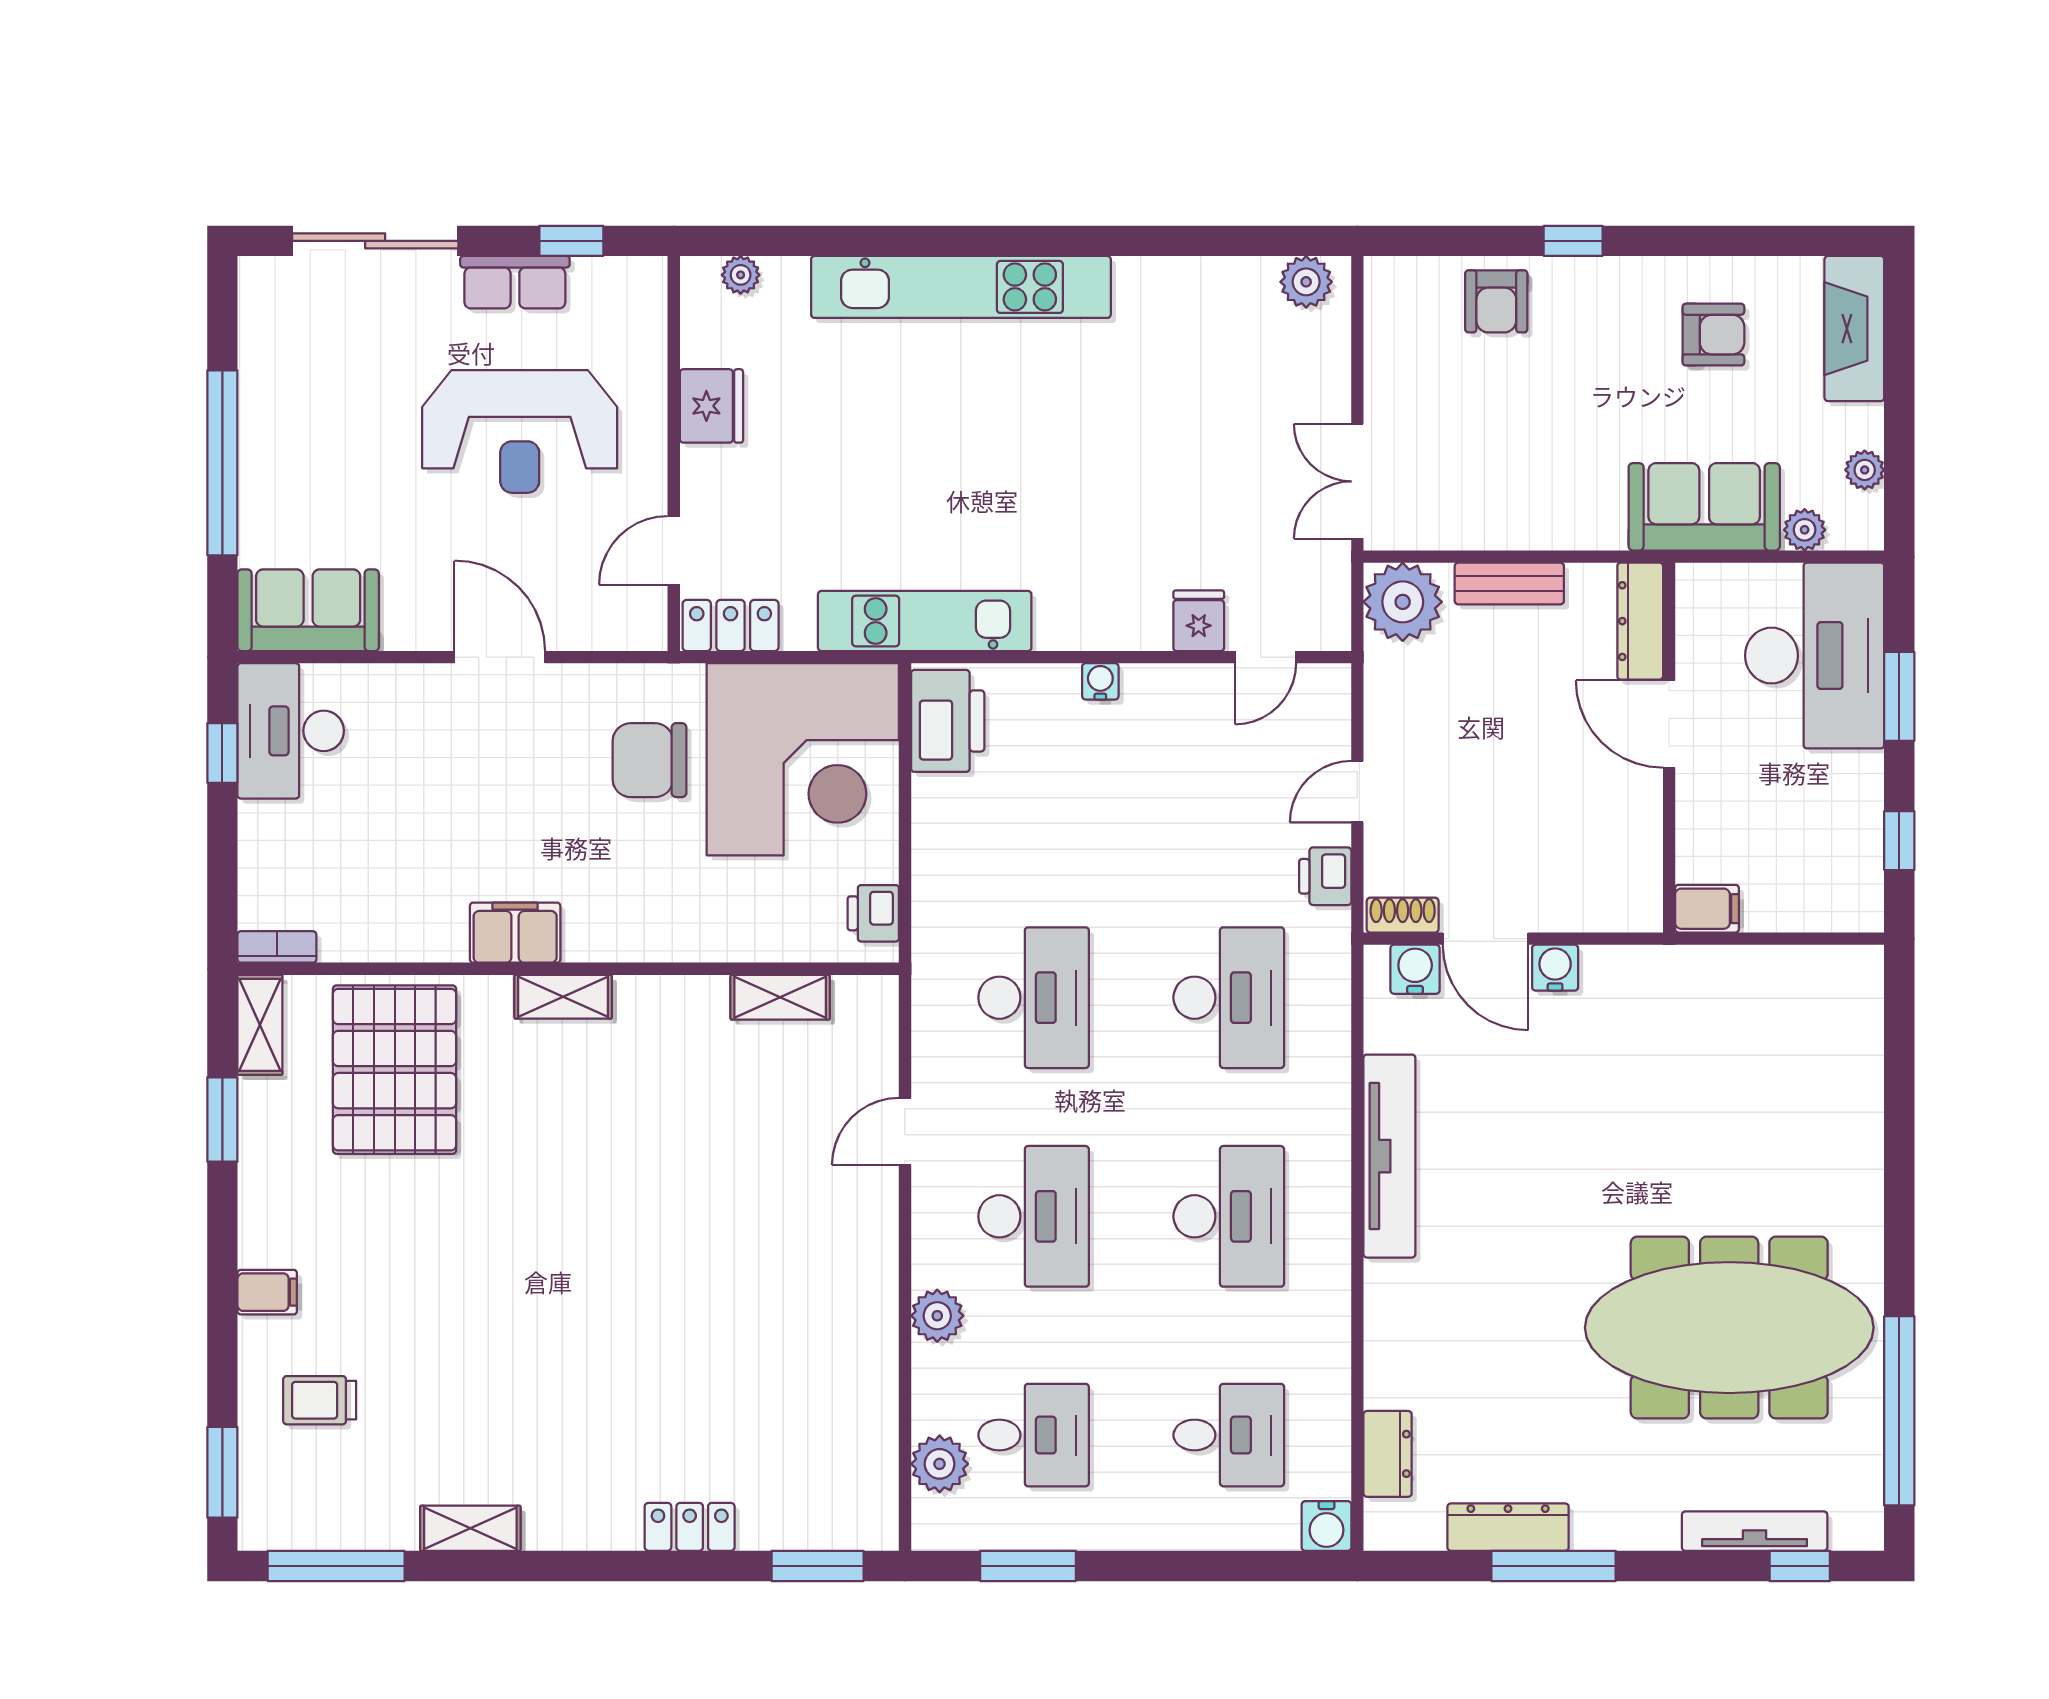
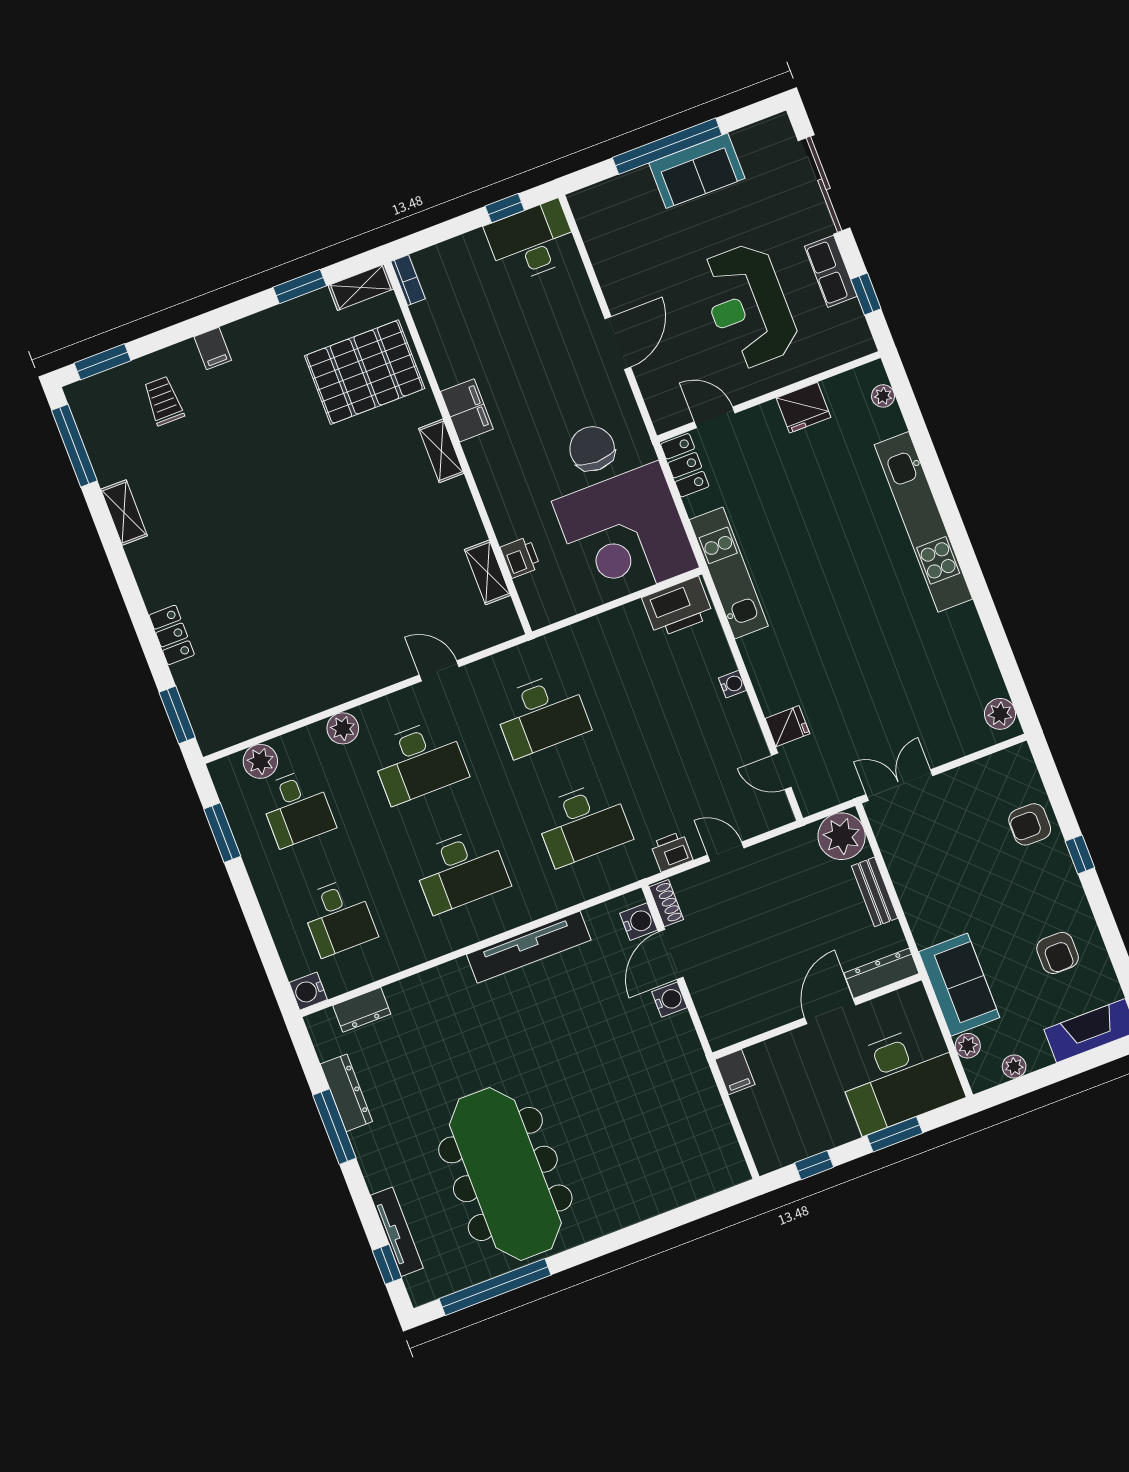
sofa: (308, 610) -> (697, 171), moved, turned 90
printer: (873, 913) -> (520, 557), moved, turned 90

